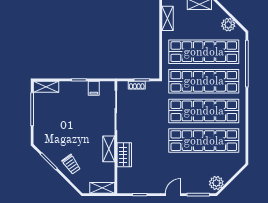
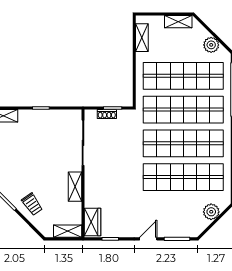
filing cabinet: (94, 88) -> (58, 117), removed
wardrobe: (124, 155) -> (92, 222), moved
plant: (216, 183) -> (211, 212), moved

